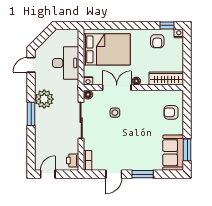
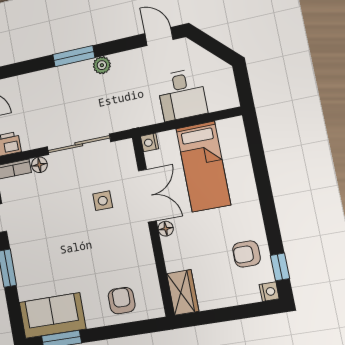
bed: (107, 49) -> (203, 166), width x0.67
desk: (66, 63) -> (182, 95), width x0.73
wardrobe: (166, 79) -> (183, 292), width x0.67
floor lamp: (88, 95) -> (39, 165), moved
plant: (44, 99) -> (102, 65), width x0.53, depth x0.53

